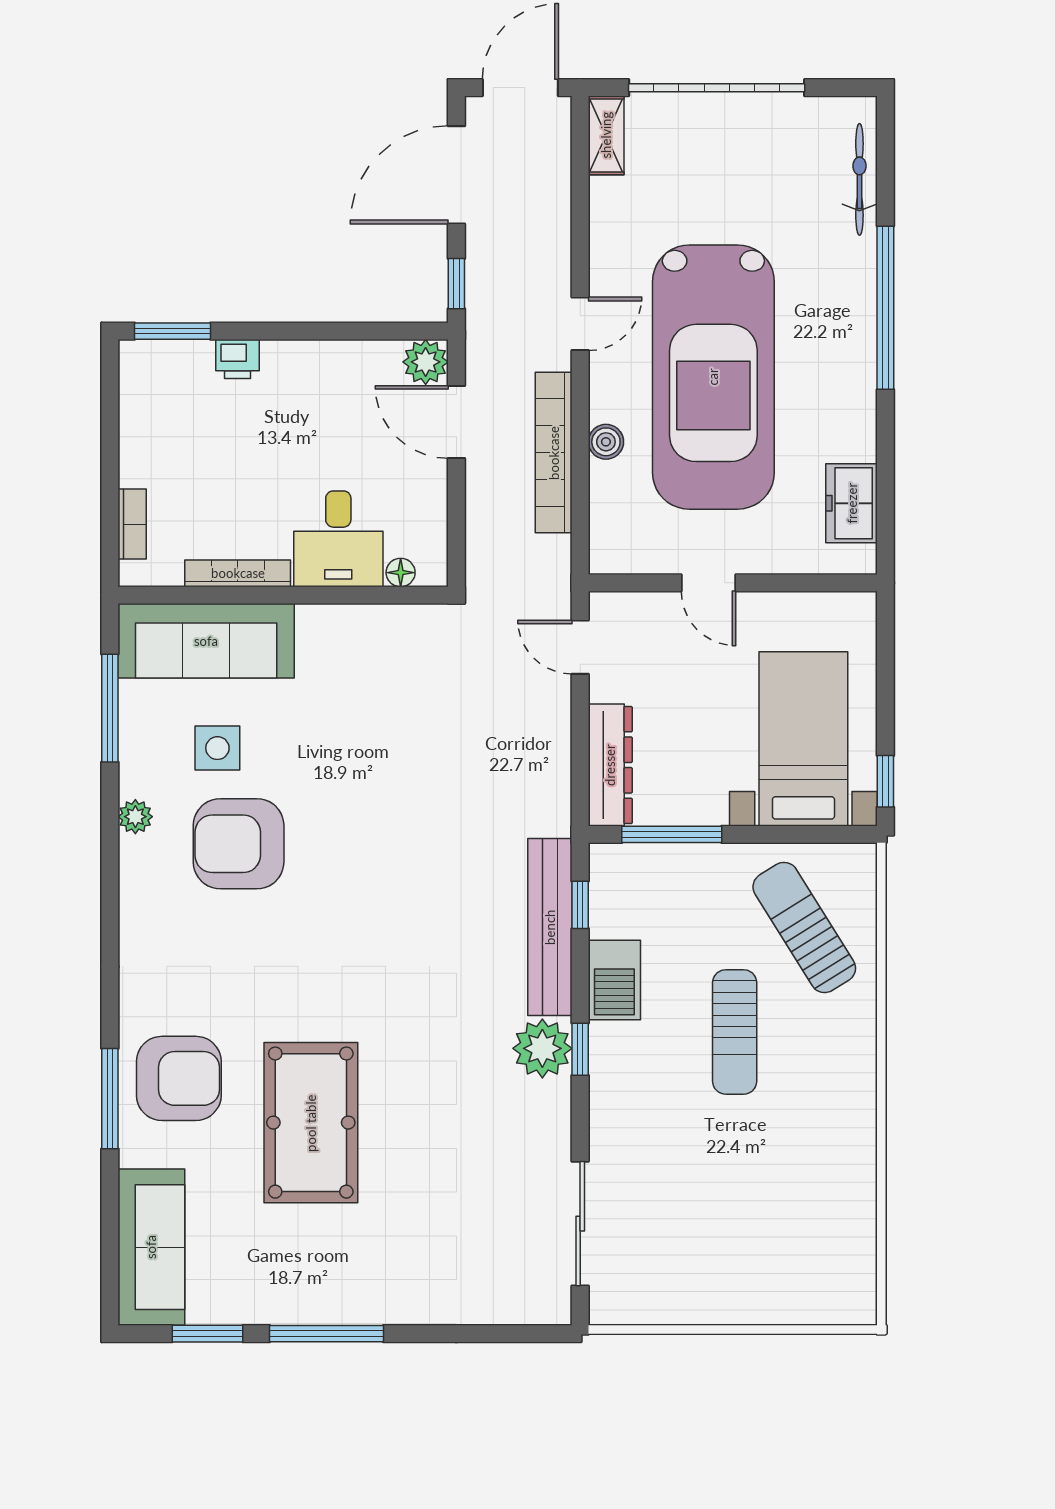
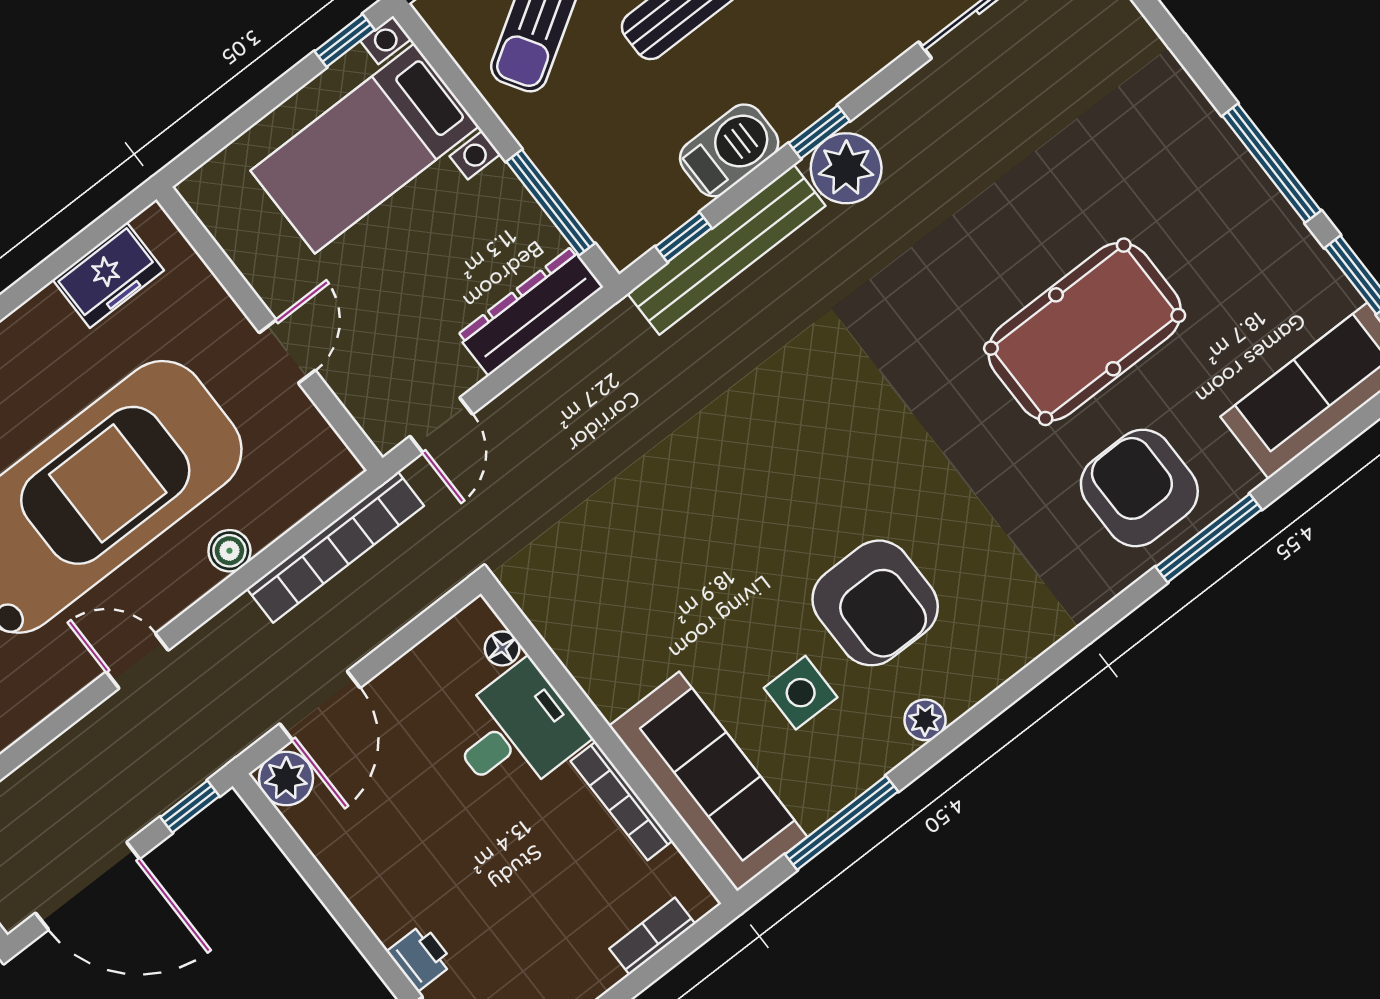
bookcase: (554, 453) -> (335, 547), moved

